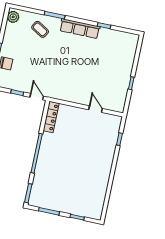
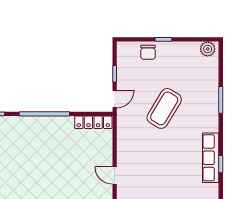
coffee table: (40, 29) -> (164, 108), moved, width x1.86, depth x1.72
row of seats: (80, 29) -> (211, 158), moved
door: (95, 109) -> (115, 175), swing flipped

